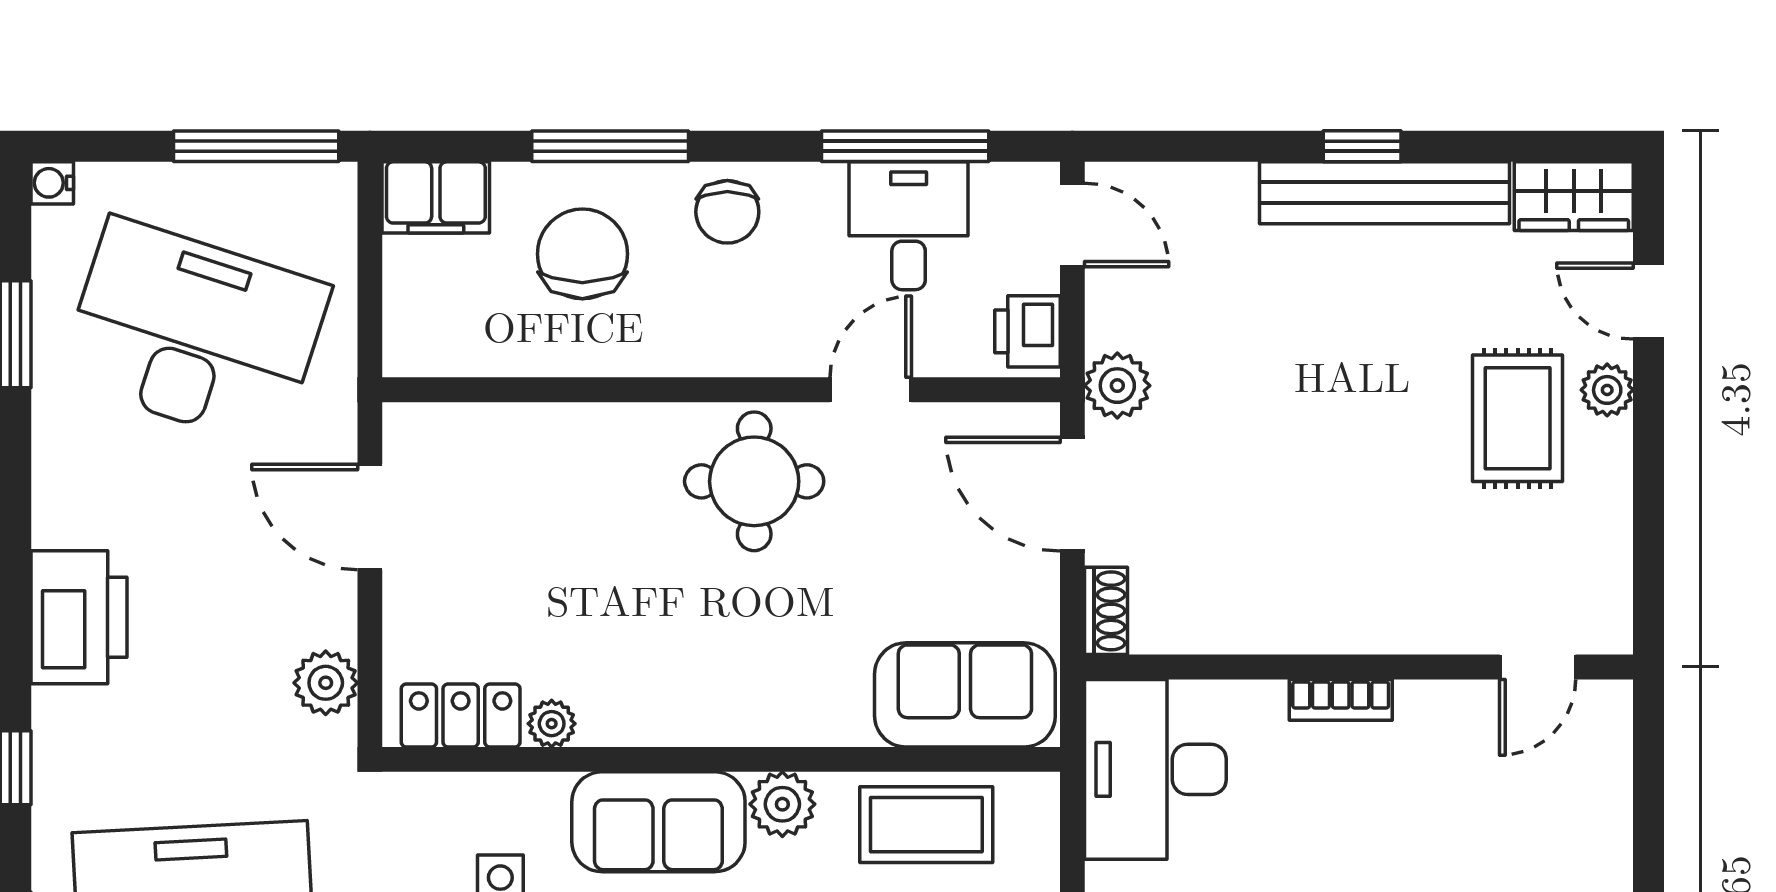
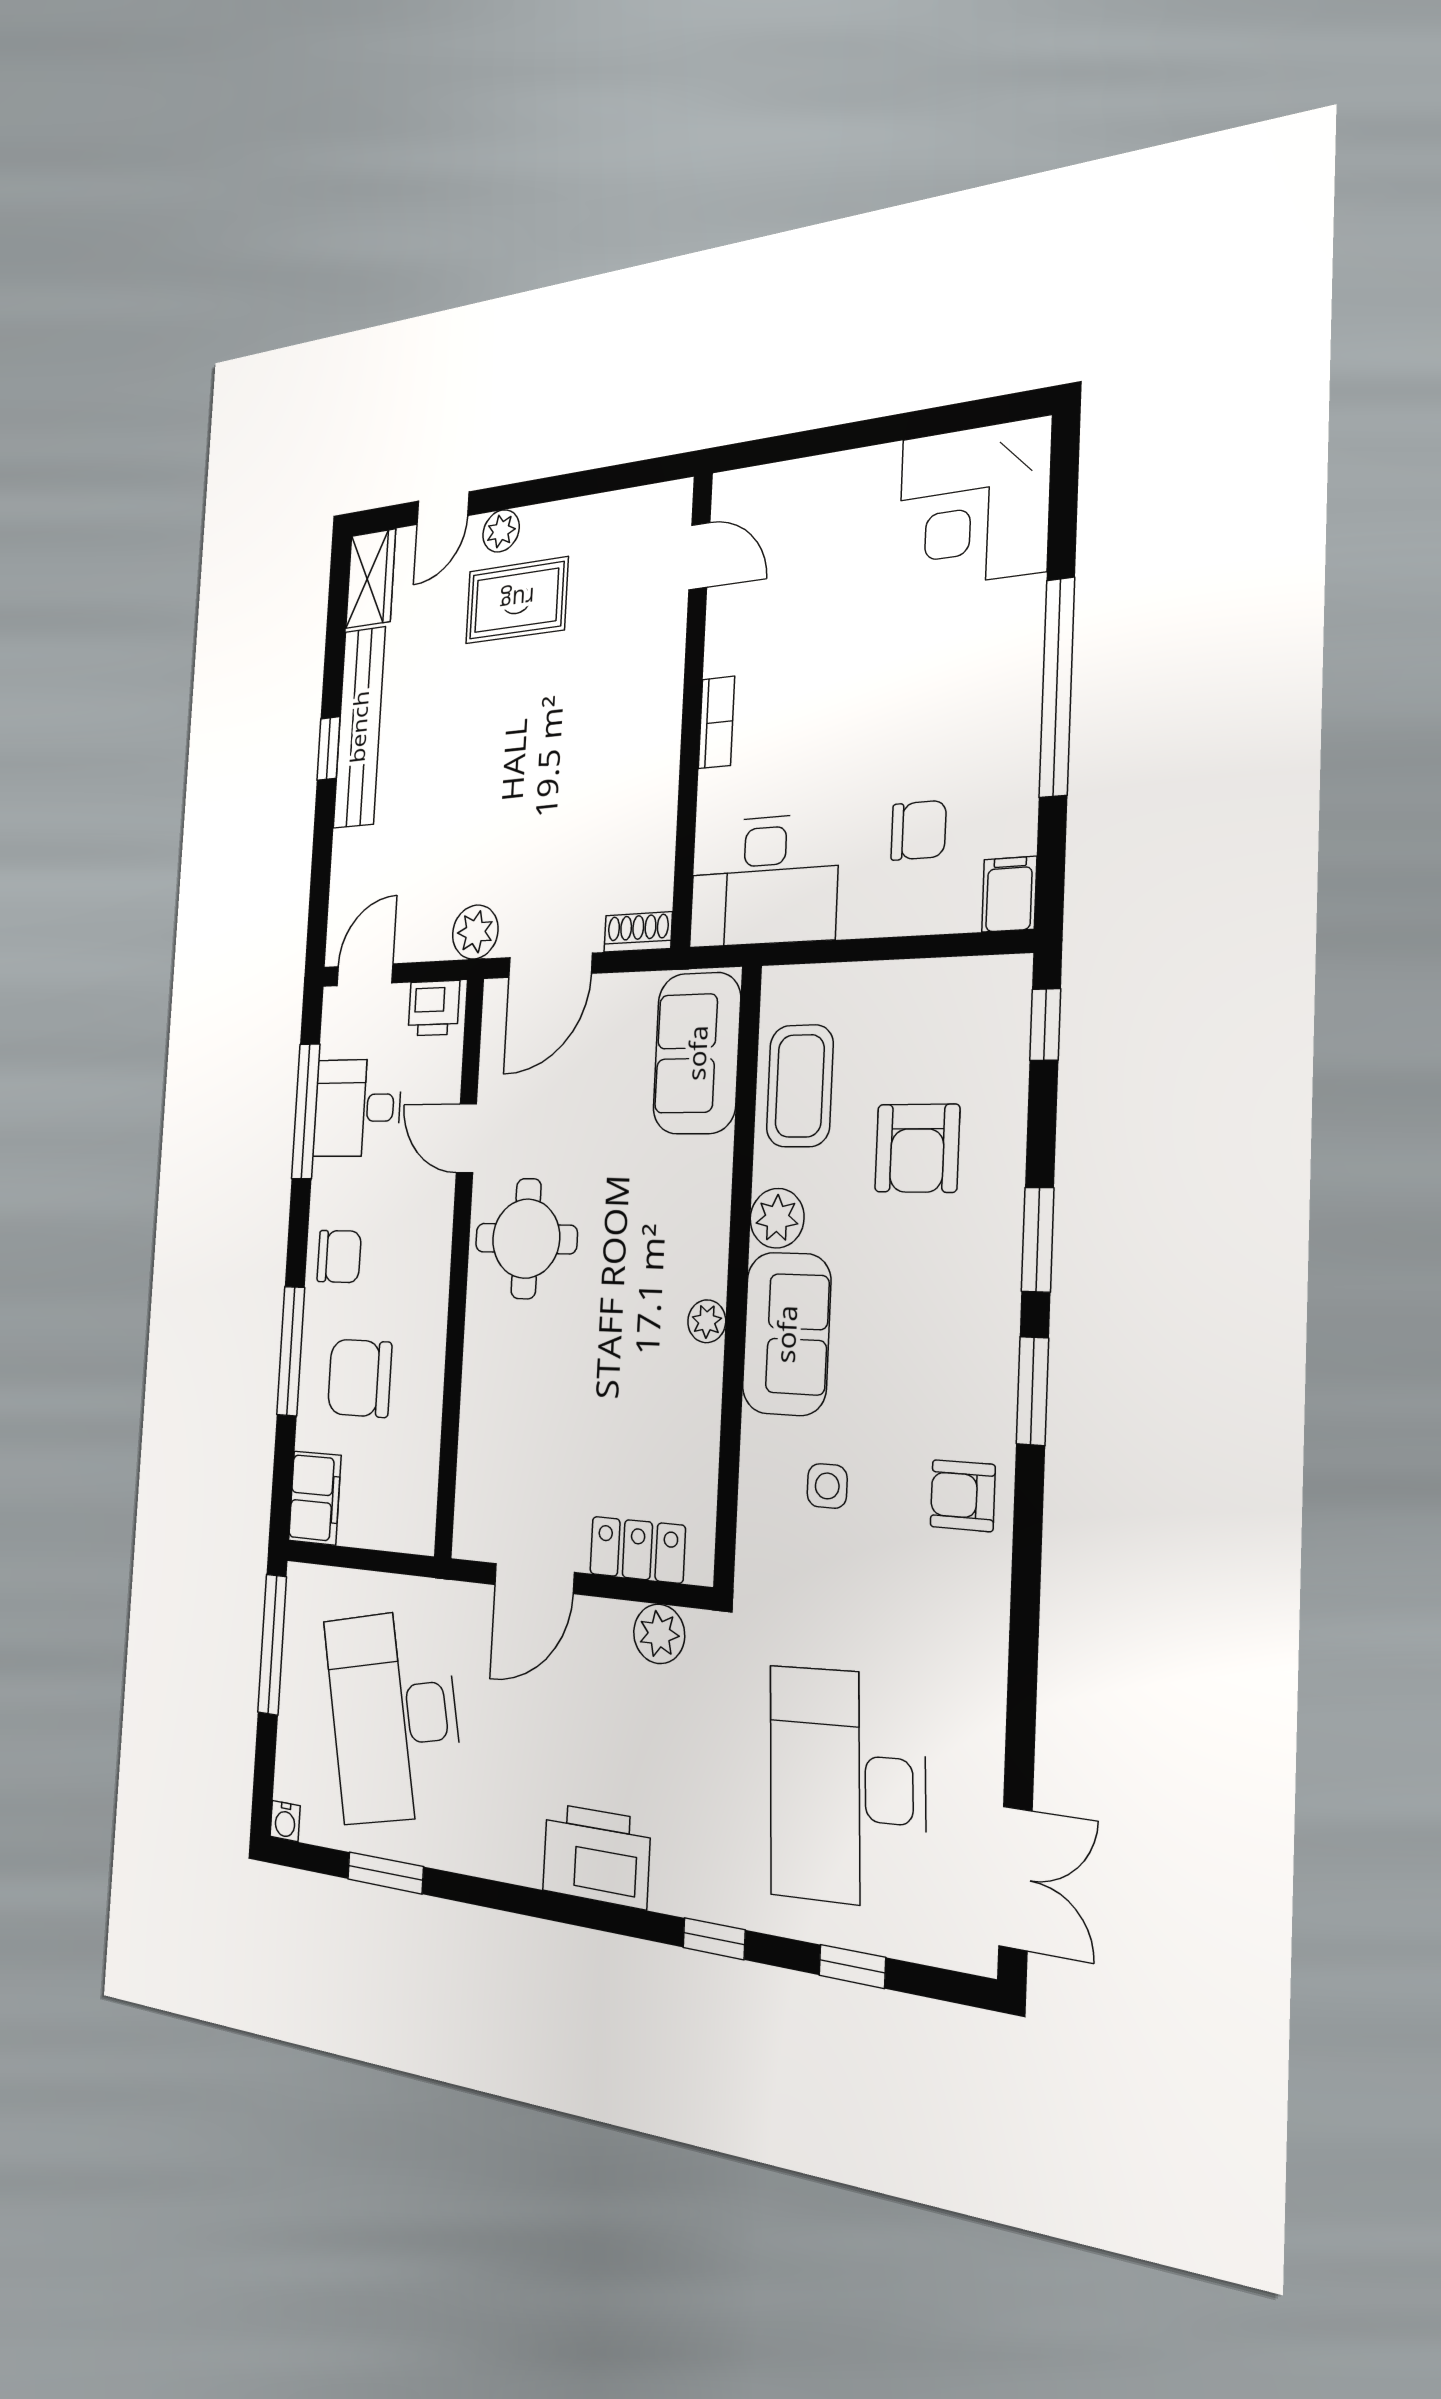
desk: (194, 333) -> (394, 1716), turned -30
locker: (461, 715) -> (637, 1550), moved, turned 90
plant: (552, 724) -> (707, 1321), moved

